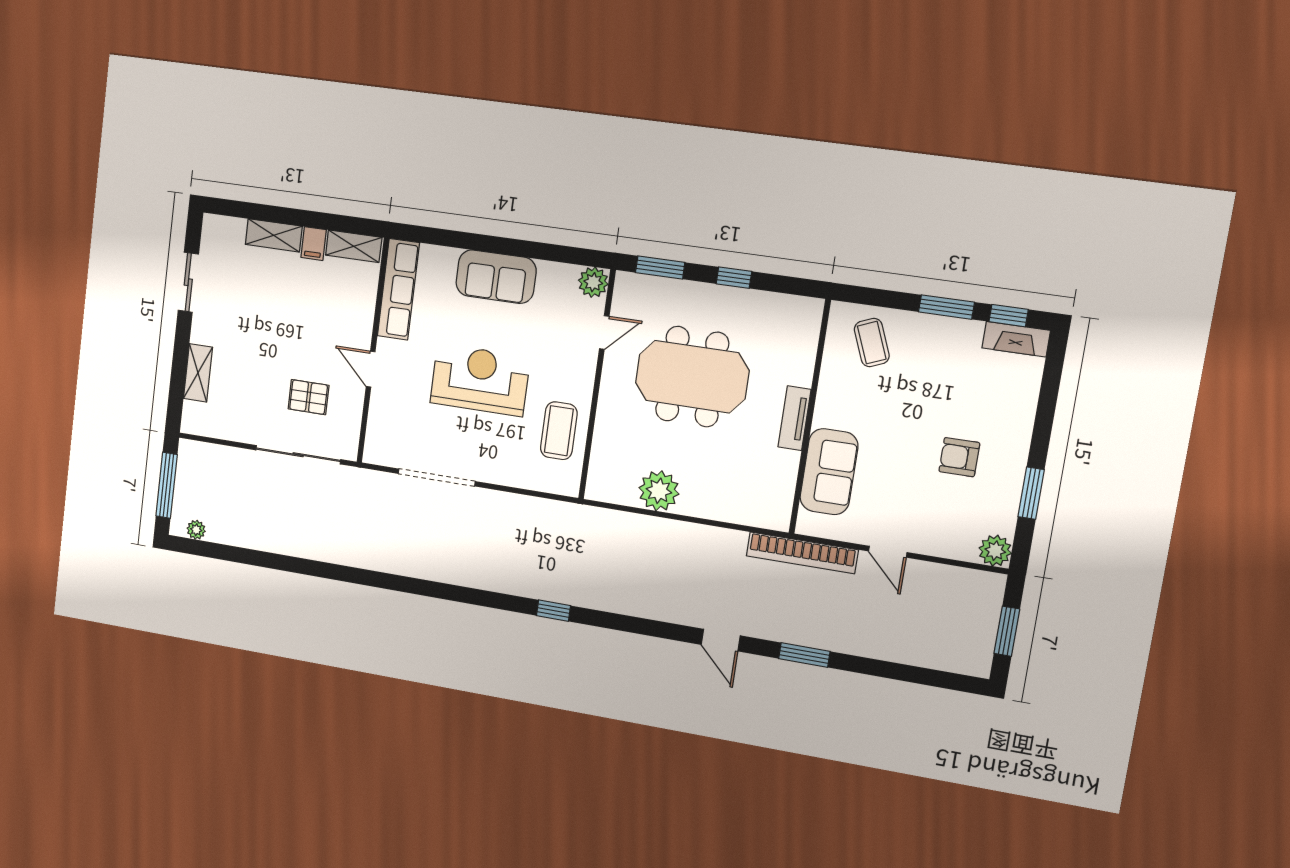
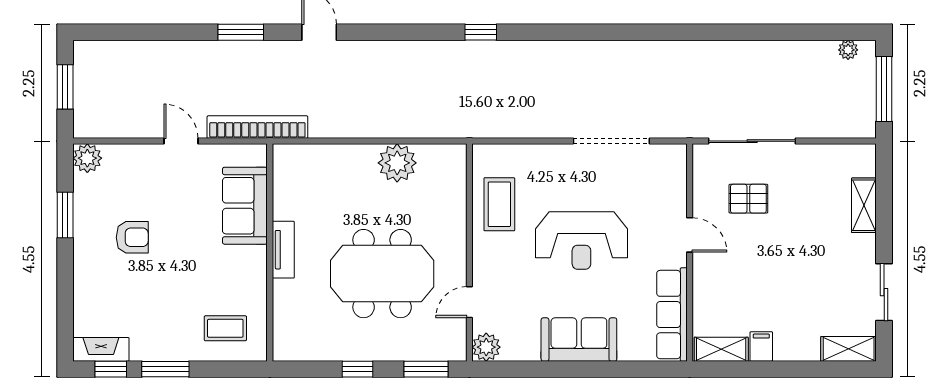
shelving: (274, 235) -> (849, 349), moved
coffee table: (872, 343) -> (225, 328), turned -68

